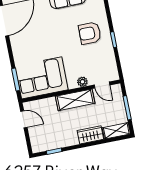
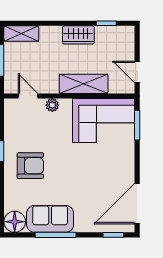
shelving: (75, 100) -> (84, 84), moved
wardrobe: (90, 135) -> (78, 35), moved

